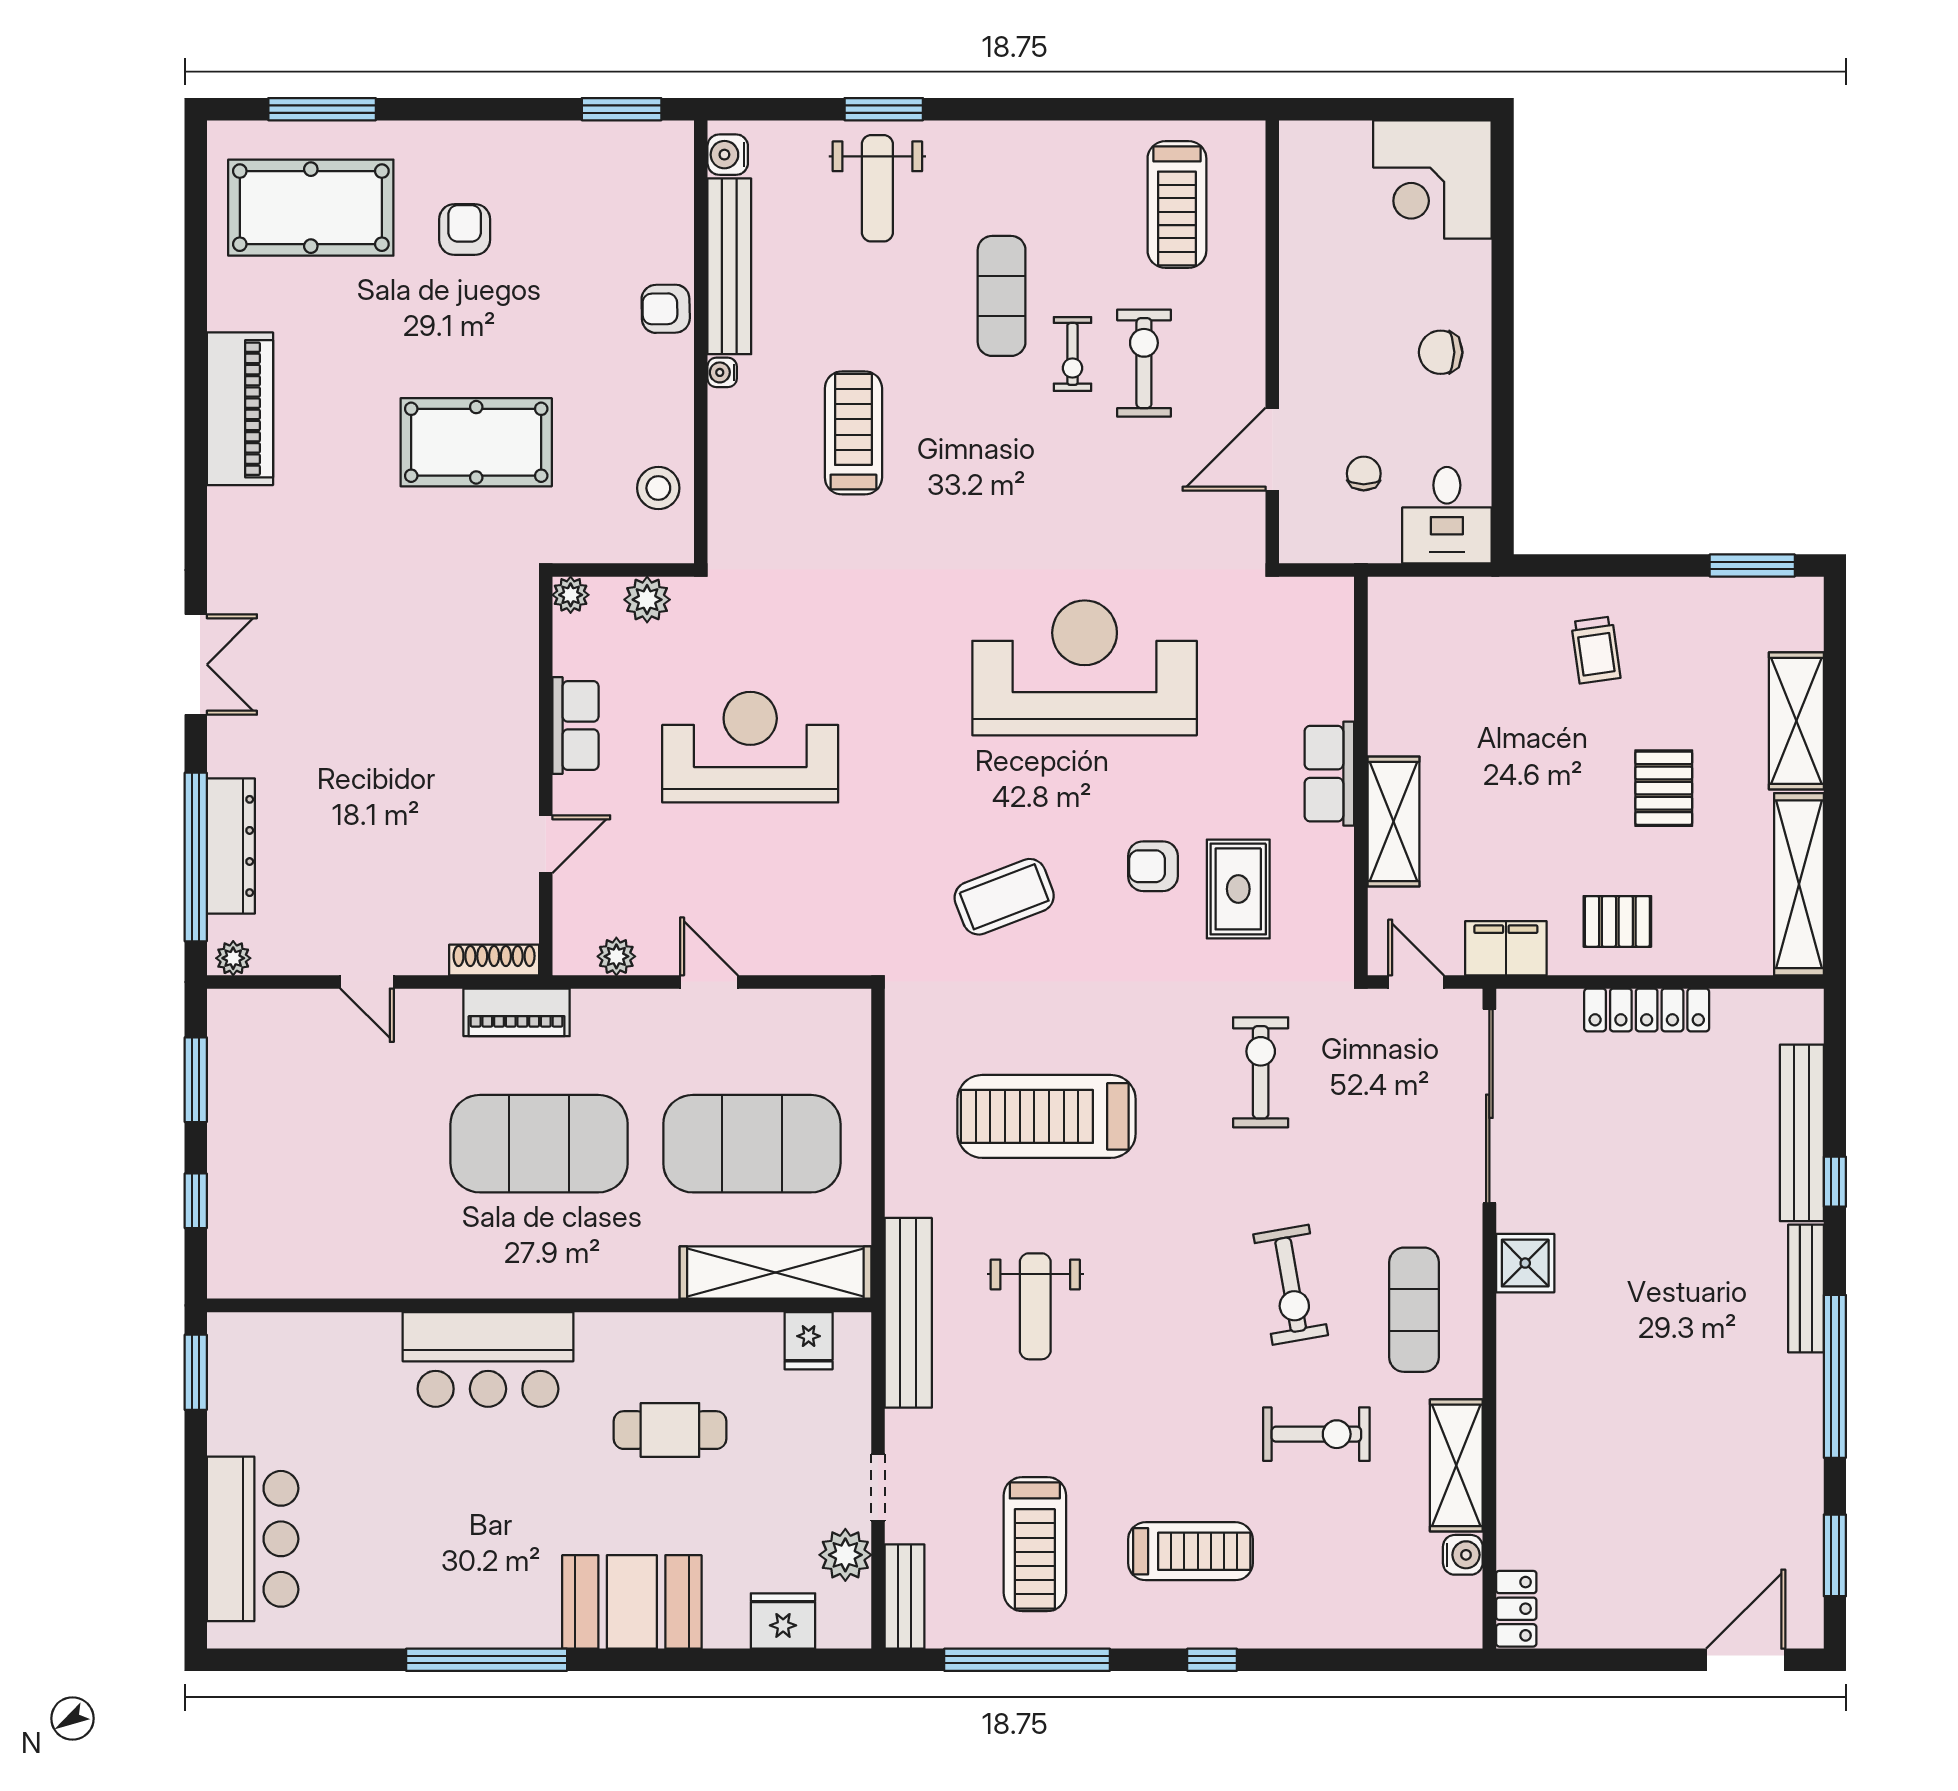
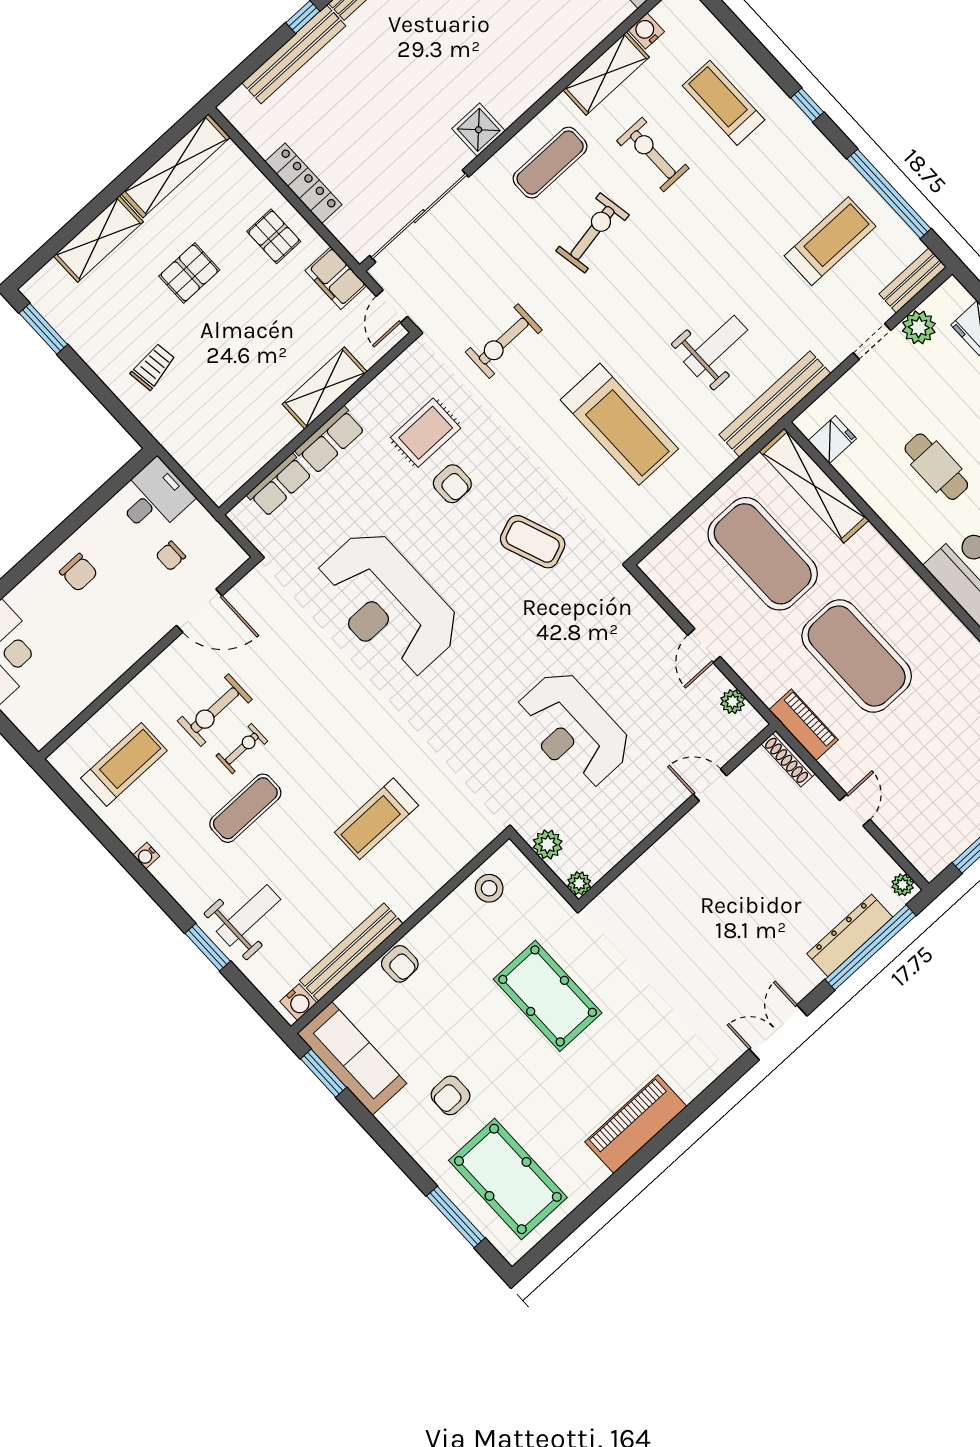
sofa: (609, 157) -> (352, 1058), added
water cooler: (722, 372) -> (146, 856), moved, turned 90
row of seats: (575, 726) -> (279, 485), moved, turned 180
treadmill: (1190, 1551) -> (724, 103), moved

